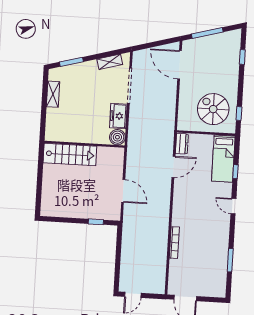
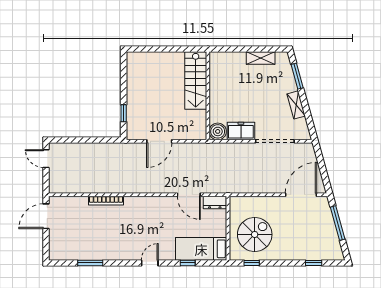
shelving: (110, 62) -> (296, 105), moved

